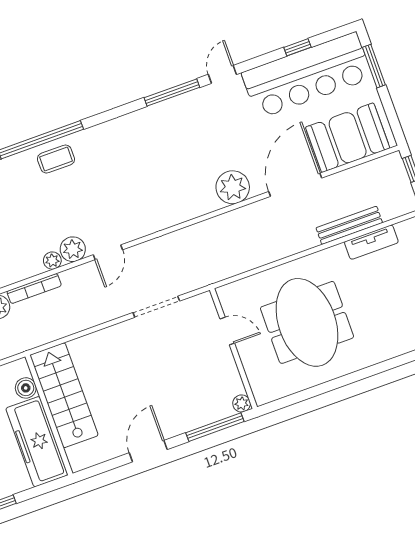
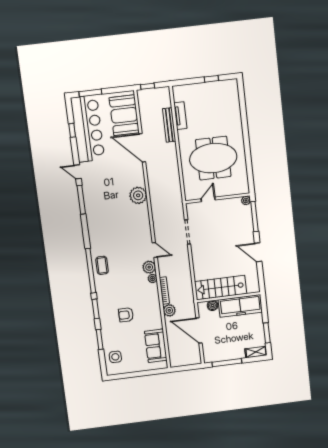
plant: (233, 187) -> (138, 195), moved

